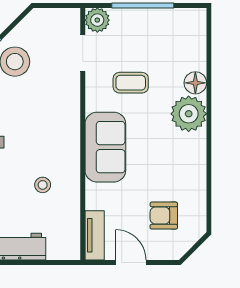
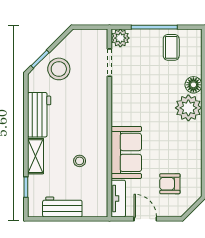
coffee table: (131, 83) -> (171, 47), moved, turned 90
sofa: (105, 147) -> (126, 152), moved

